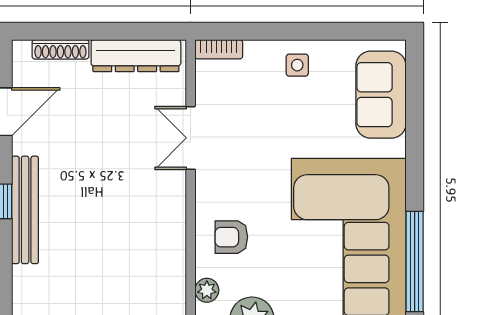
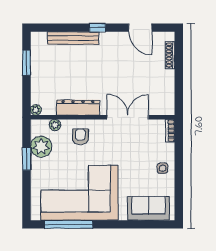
dresser: (136, 56) -> (78, 108), moved, turned 90
double door: (191, 138) -> (128, 117), width x1.37
bench: (25, 210) -> (73, 38), moved

